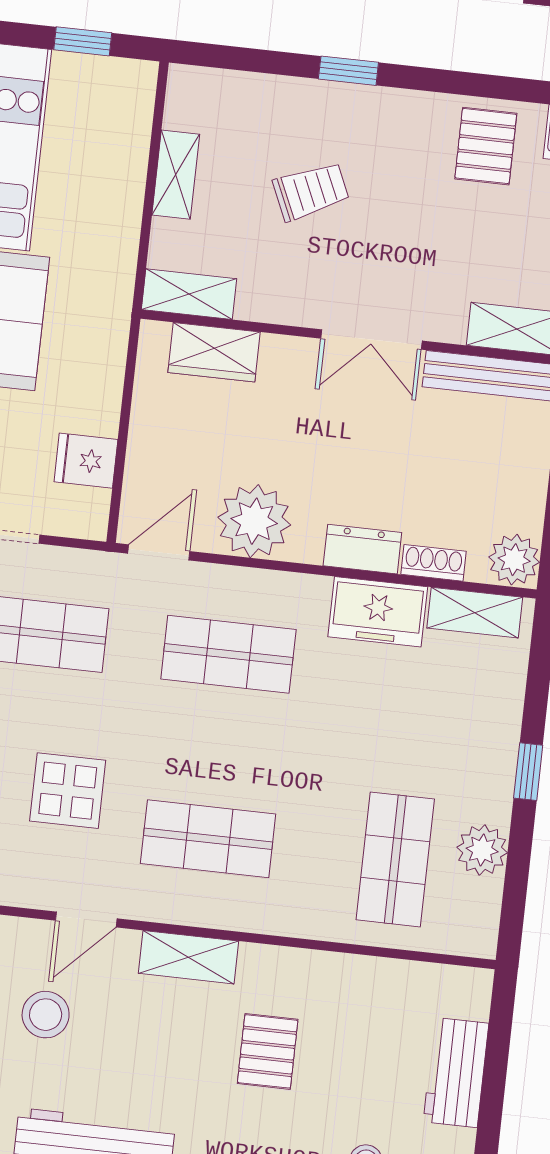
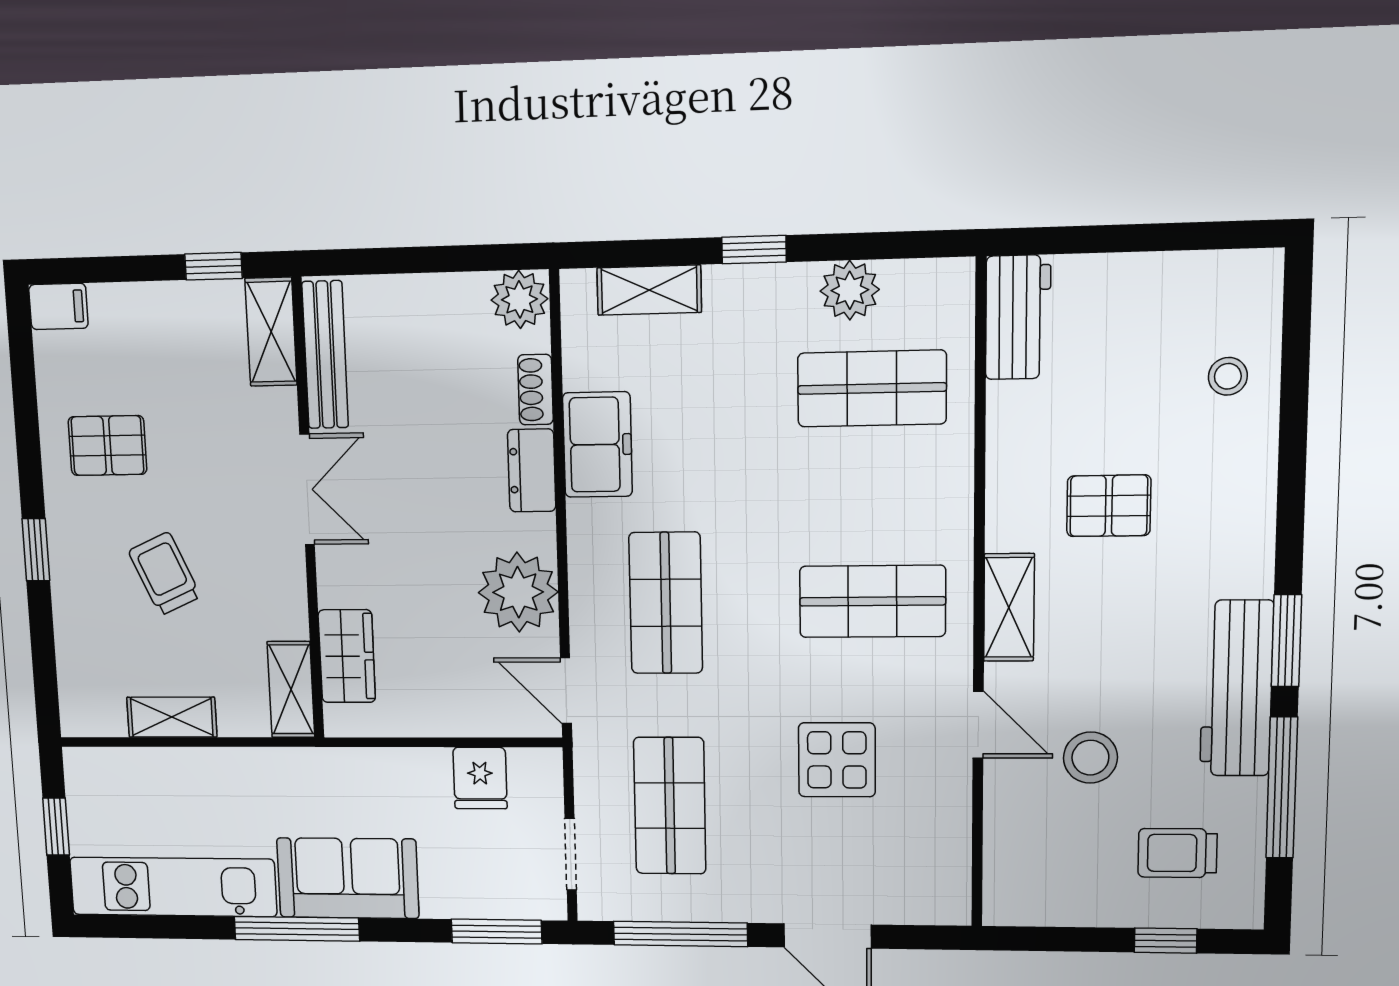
pallet: (486, 146) -> (107, 445), moved
shelving: (475, 613) -> (649, 290), moved, turned 90
shop shelf: (208, 839) -> (872, 601), turned 90
workbench: (456, 1073) -> (1018, 317), moved, turned -90

